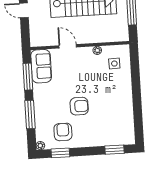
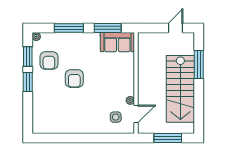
door: (68, 46) -> (136, 114), moved
armchair: (63, 132) -> (49, 60), turned 90
window: (115, 150) -> (28, 82), moved

